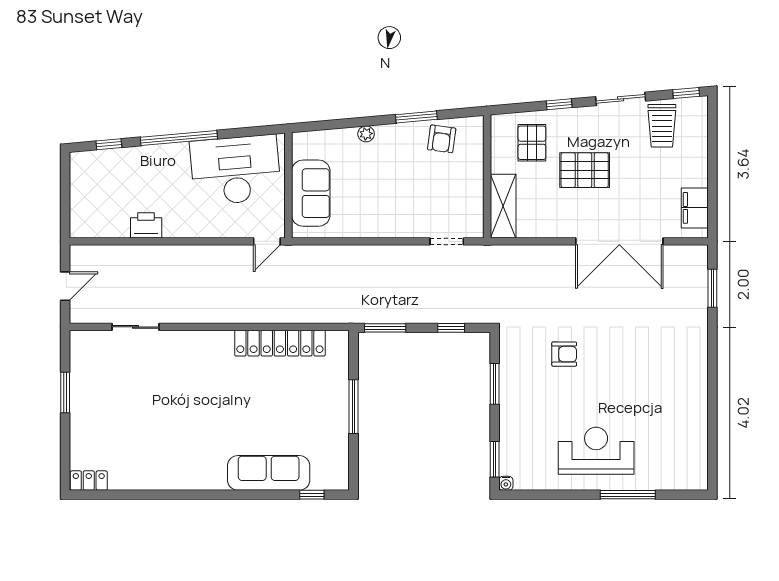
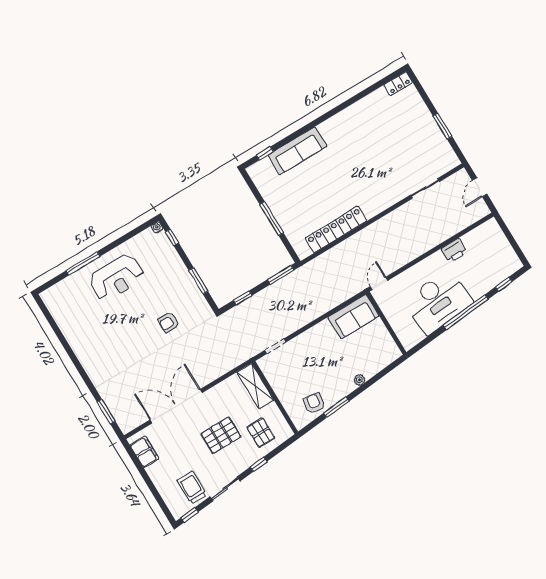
desk: (235, 170) -> (438, 302), moved
sofa: (311, 193) -> (353, 316), moved, turned -90
window: (495, 459) -> (172, 237), width x0.67

